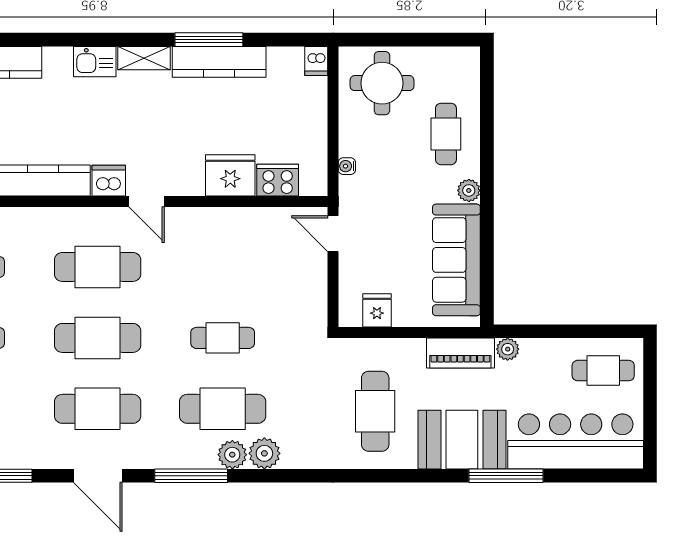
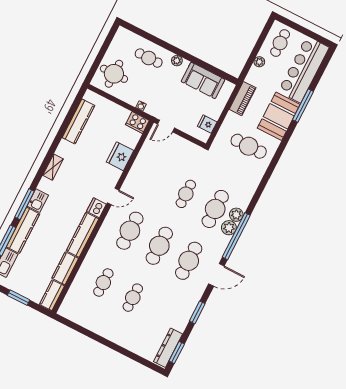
window: (209, 40) -> (25, 204), moved
dishwasher: (316, 61) -> (91, 96), removed
kitchen sink: (95, 62) -> (38, 201), moved
kitchen counter: (219, 62) -> (78, 122), moved
cooker: (278, 180) -> (137, 122), moved, turned -90
sofa: (456, 260) -> (203, 80), width x0.73
plant: (508, 349) -> (259, 62), moved
plant: (264, 453) -> (229, 228), moved
window: (191, 476) -> (236, 236), width x1.46

